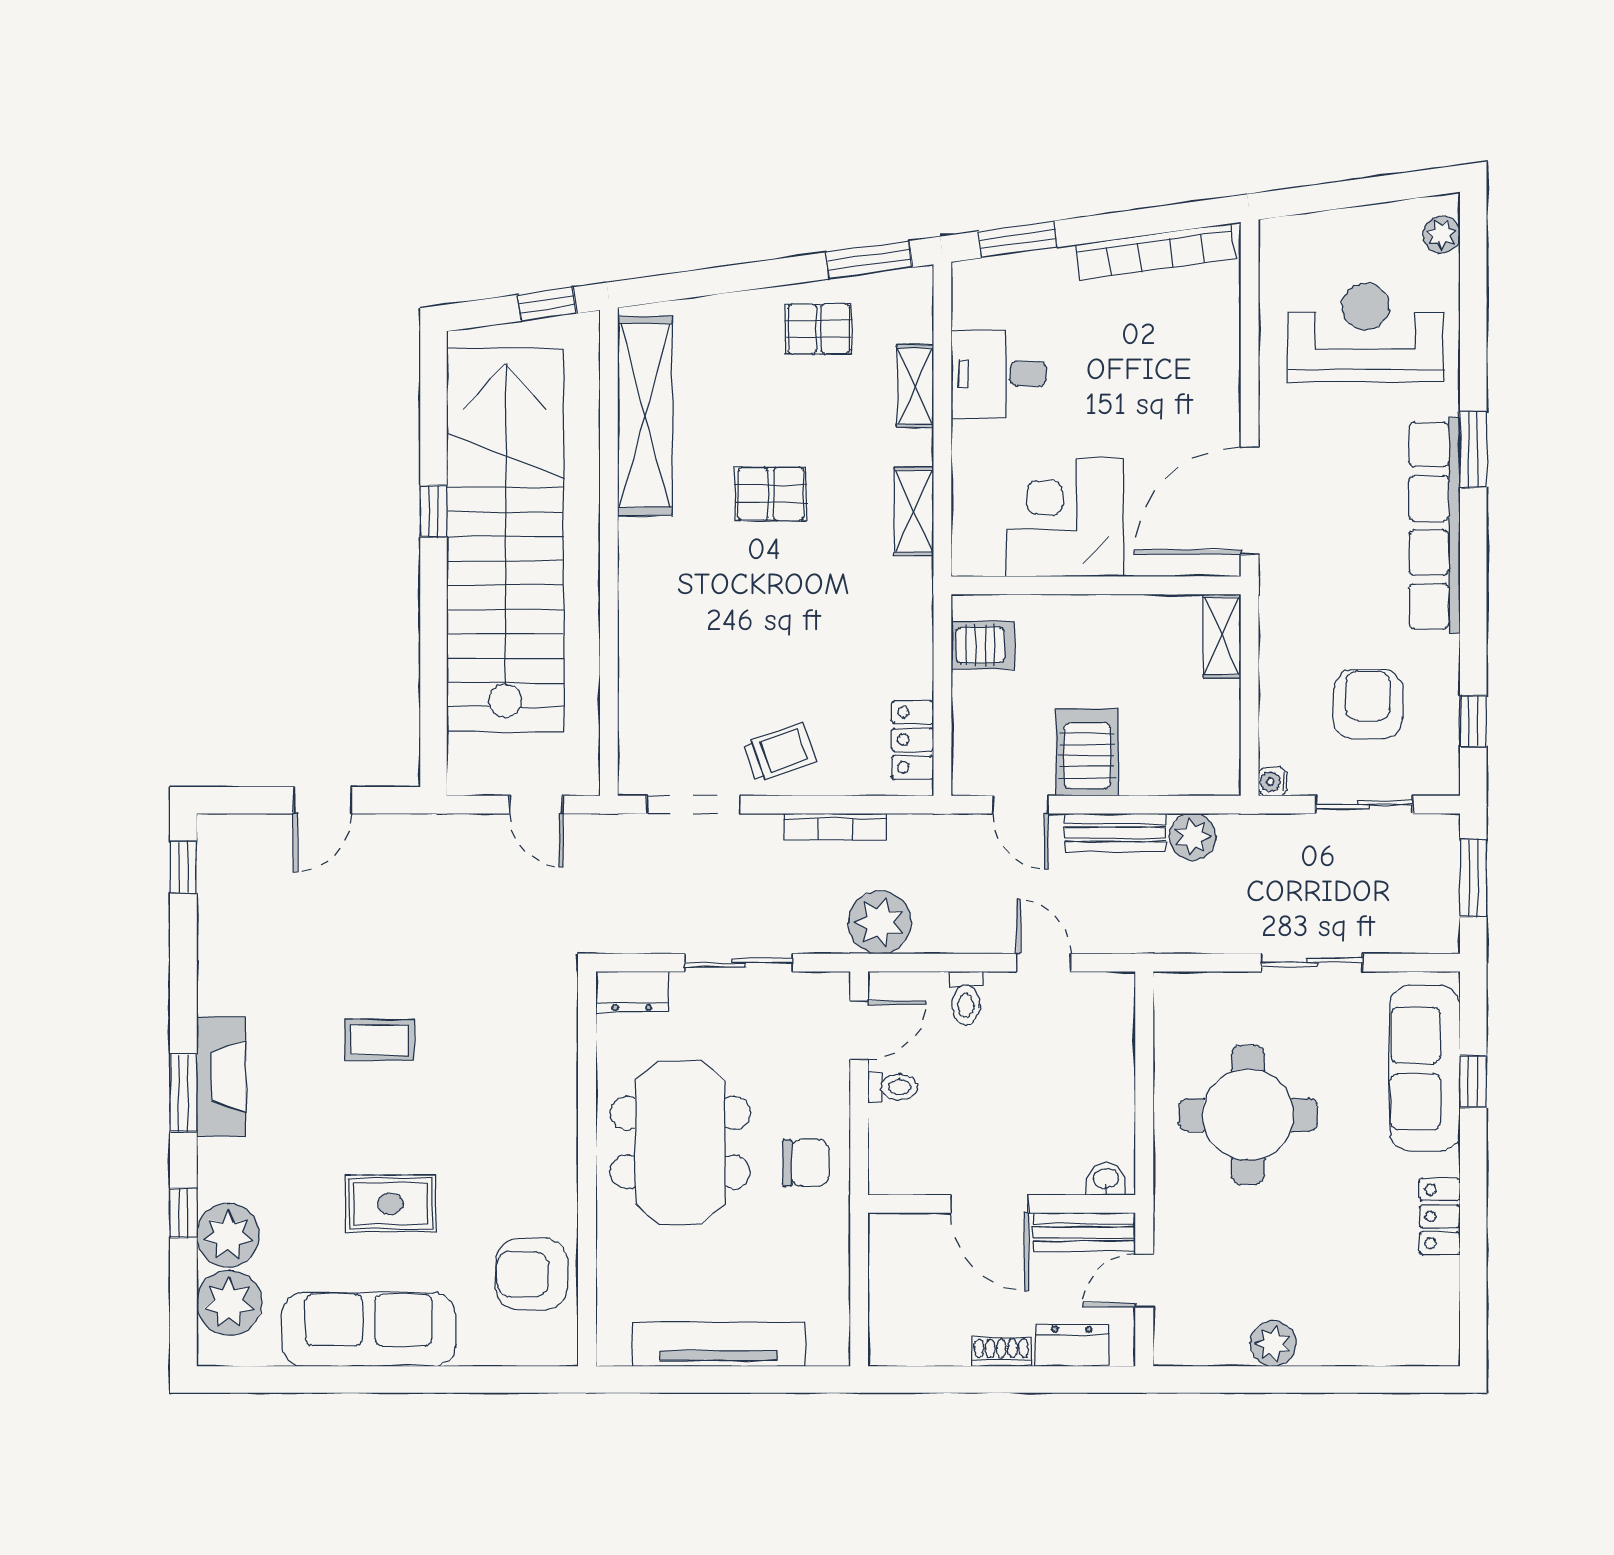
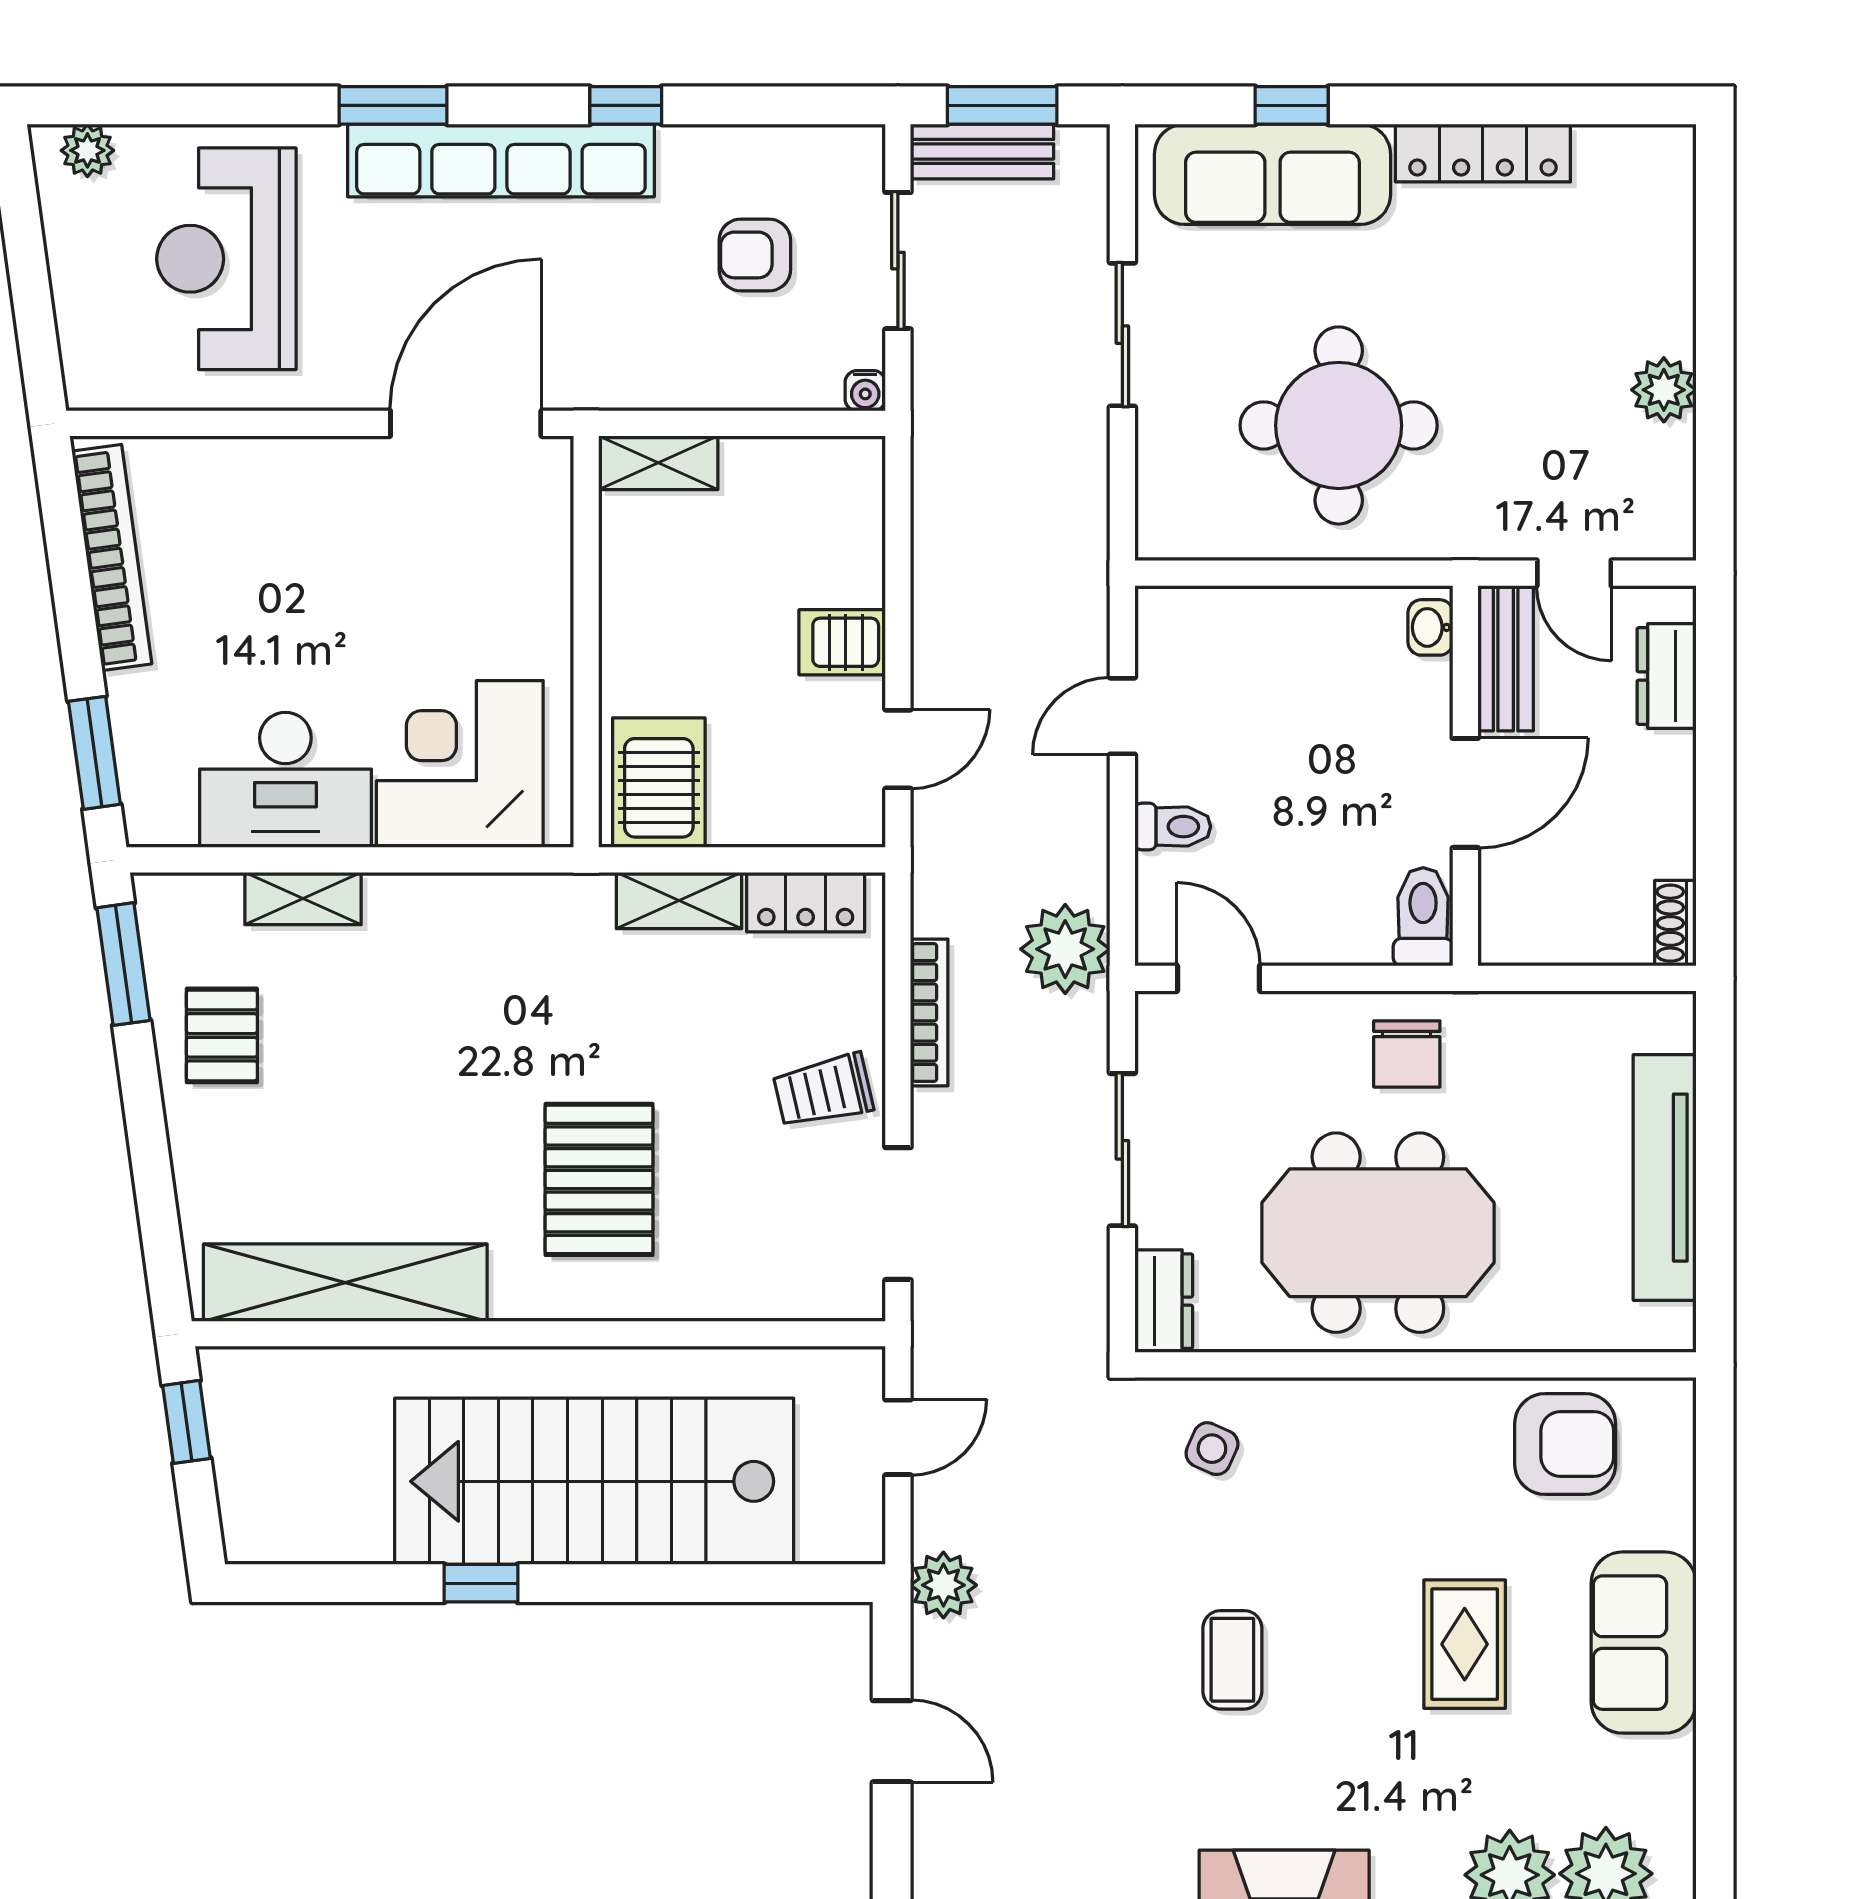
desk: (999, 374) -> (285, 780), width x1.37
pallet: (771, 494) -> (599, 1179), moved, width x1.50, depth x1.42
door: (1250, 501) -> (466, 423), swing flipped
shelving: (914, 511) -> (679, 901), moved
corner desk: (1065, 518) -> (460, 764), moved, turned 90
stairs: (505, 540) -> (594, 1481), width x0.73
server rack: (983, 645) -> (659, 783), width x1.36, depth x1.44
armchair: (1368, 704) -> (755, 255), width x0.72, depth x0.72
window: (1473, 721) -> (626, 105), moved
trolley: (780, 752) -> (823, 1091), turned -83
server rack: (1087, 752) -> (842, 642), width x0.73, depth x0.70
bench: (1115, 833) -> (982, 151), moved, turned 90
plant: (1193, 837) -> (943, 1585), moved
side table: (528, 1026) -> (1212, 1449), added
toilet: (893, 1087) -> (1423, 917), moved, width x1.37, depth x1.39
chair: (806, 1163) -> (1407, 1054), turned 180
locker: (1440, 1216) -> (1483, 153), width x1.53
armchair: (531, 1274) -> (1565, 1444), turned -90
sofa: (369, 1329) -> (1644, 1643), width x0.73
shoe rack: (1001, 1352) -> (1675, 923), moved

